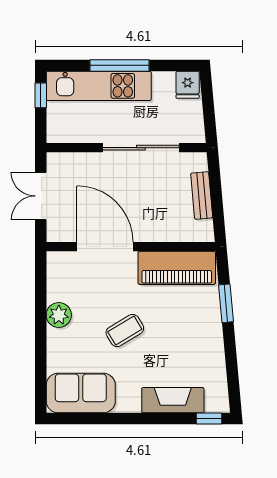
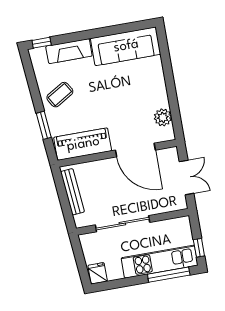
window: (119, 65) -> (169, 275), moved
bench: (202, 195) -> (72, 192), width x1.36
plant: (59, 315) -> (163, 117), moved
coffee table: (125, 330) -> (60, 95), moved
sofa: (81, 393) -> (126, 46), width x1.36

